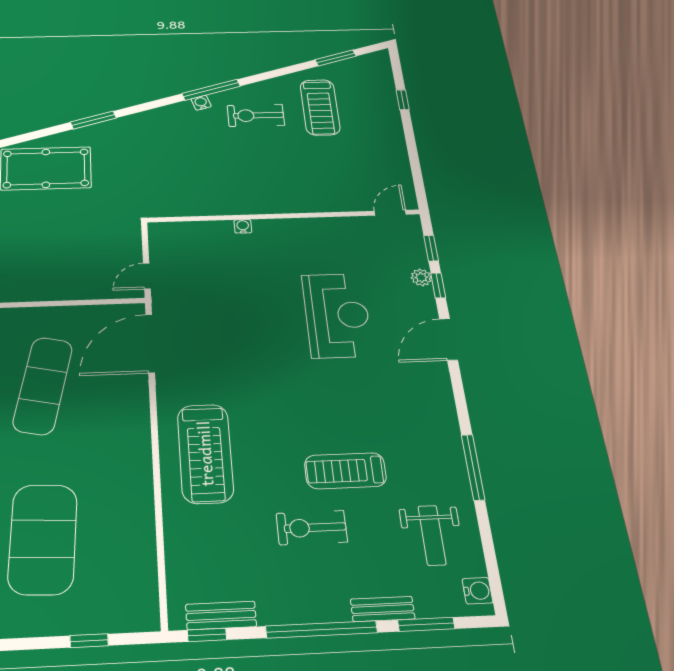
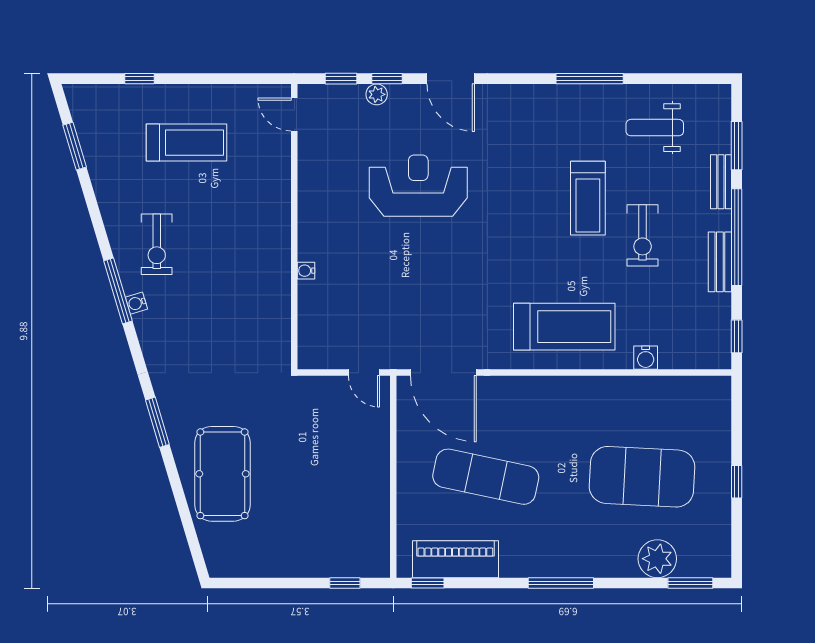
treadmill: (320, 107) -> (186, 143), moved
weight bench: (432, 535) -> (655, 128), turned 180
water cooler: (477, 591) -> (646, 358), moved, turned 180
bench: (221, 615) -> (720, 262), moved
window: (89, 641) -> (737, 482), moved

